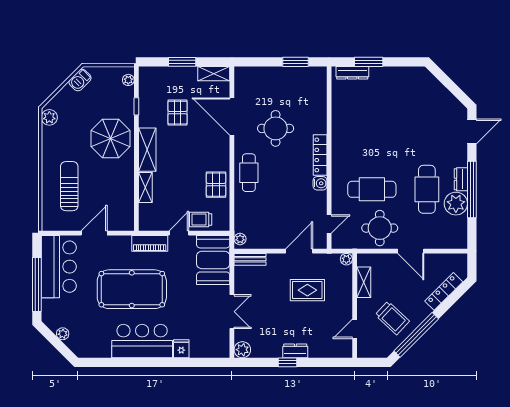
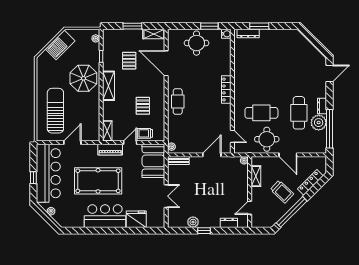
barbecue: (80, 80) -> (60, 45), width x1.88, depth x1.53
plant: (49, 117) -> (42, 64), removed
round table: (276, 128) -> (197, 43), moved
water cooler: (320, 183) -> (226, 34), moved
pallet: (216, 185) -> (143, 106), moved
sun lounger: (69, 186) -> (55, 111), width x1.36, depth x1.34
shelving: (145, 188) -> (107, 131), moved
window: (472, 189) -> (330, 129), moved
door: (329, 224) -> (232, 136), hinge flipped
bar counter: (59, 267) -> (48, 173), width x1.36
window: (37, 285) -> (33, 178), width x0.32
rug: (307, 290) -> (217, 181), removed
trolley: (392, 318) -> (282, 192), moved
fridge: (181, 349) -> (136, 219), width x1.88, depth x1.34
plant: (242, 350) -> (193, 222), moved
dresser: (295, 351) -> (229, 223), moved

